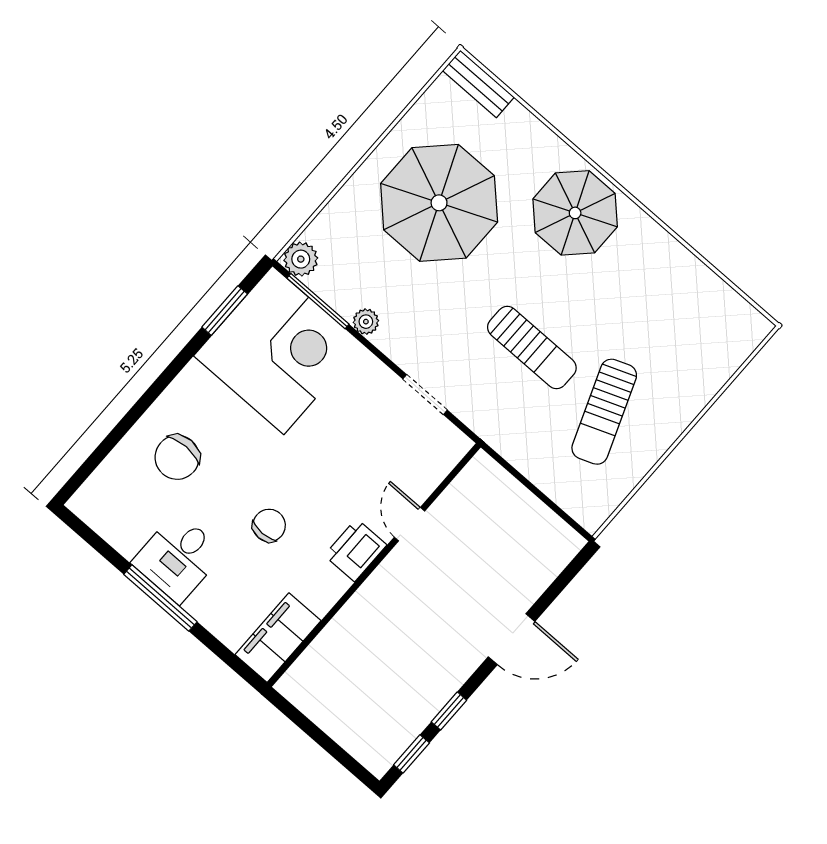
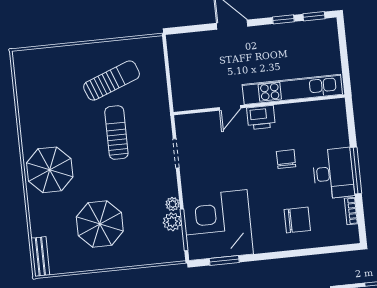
parasol: (439, 203) -> (100, 224), width x0.73, depth x0.73
plant: (301, 259) -> (172, 222), moved
chair: (269, 525) -> (286, 159), turned 90
bookcase: (116, 537) -> (351, 211), added
desk: (178, 558) -> (333, 173), width x1.37
kitchen unit: (348, 628) -> (292, 89), added
filing cabinet: (278, 638) -> (324, 111), removed

